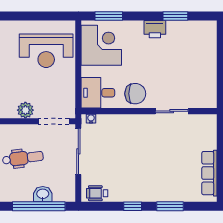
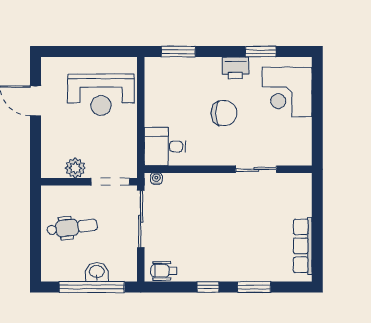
corner desk: (101, 45) -> (287, 92), moved, turned 180
chair: (135, 94) -> (224, 113), moved

